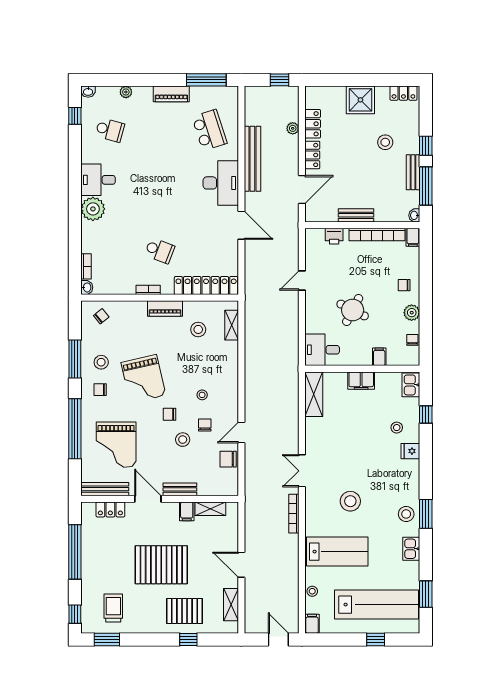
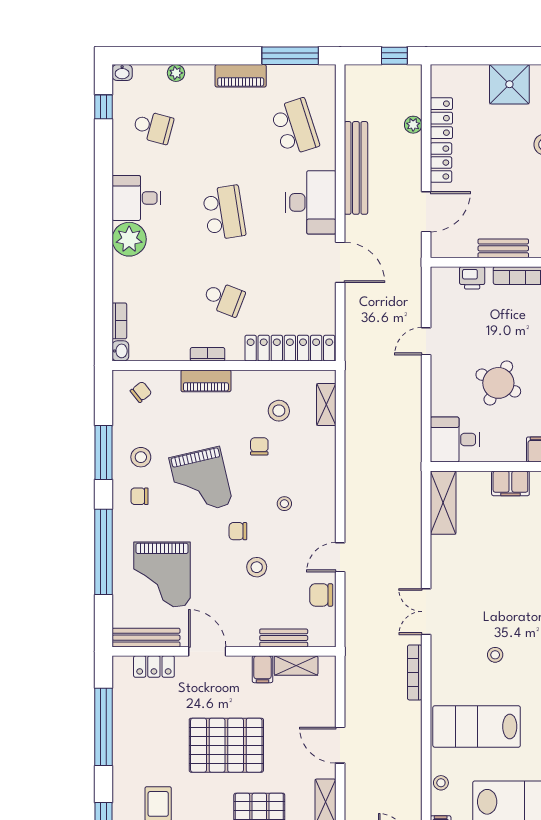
school desk: (160, 190) -> (224, 213), added
piano: (165, 309) -> (206, 381), moved
chair: (205, 425) -> (259, 446), moved
bench: (180, 489) -> (284, 638), moved
stool: (350, 501) -> (495, 655), width x0.53, depth x0.53
lab bench: (337, 552) -> (477, 726), turned 180

